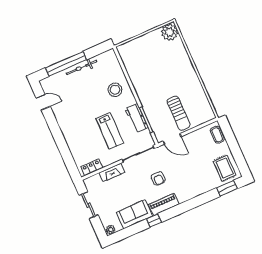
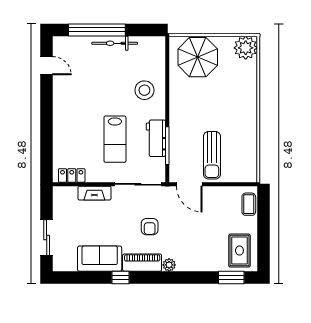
parasol: (141, 52) -> (198, 57), added
sliding door: (89, 205) -> (47, 238), moved
plant: (111, 230) -> (169, 265), moved

